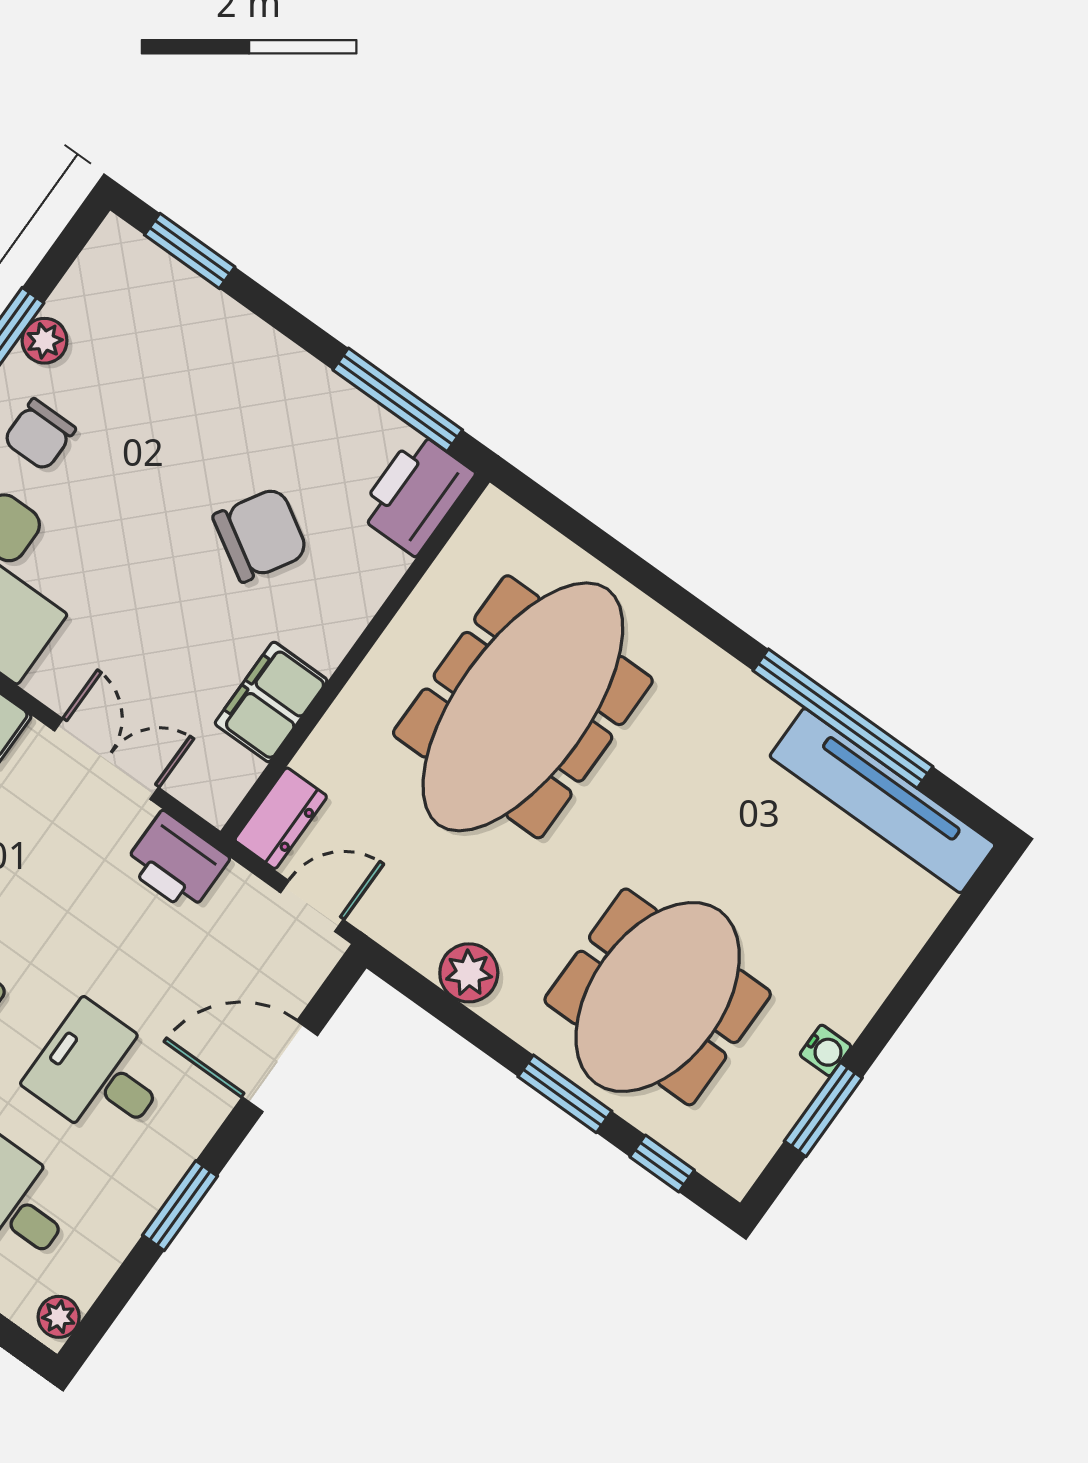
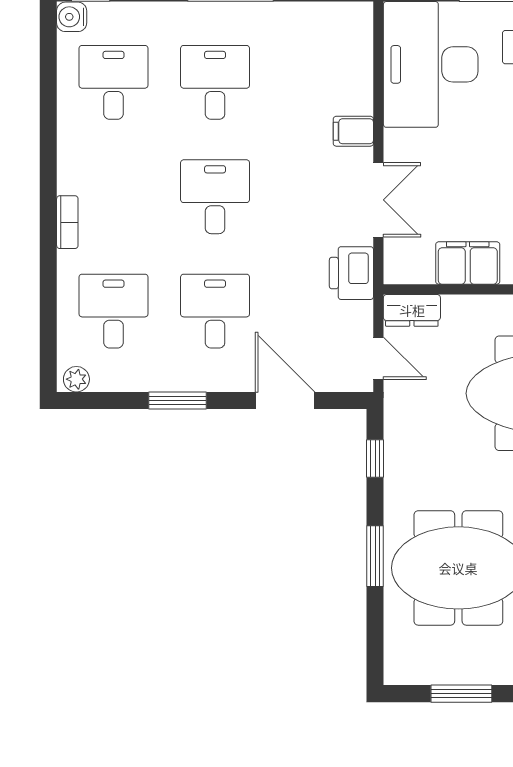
plant: (469, 973) -> (402, 463), removed
water cooler: (826, 1050) -> (492, 673), removed
window: (662, 1164) -> (375, 459), moved

